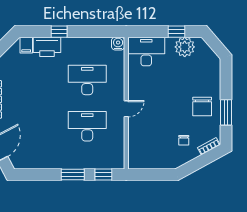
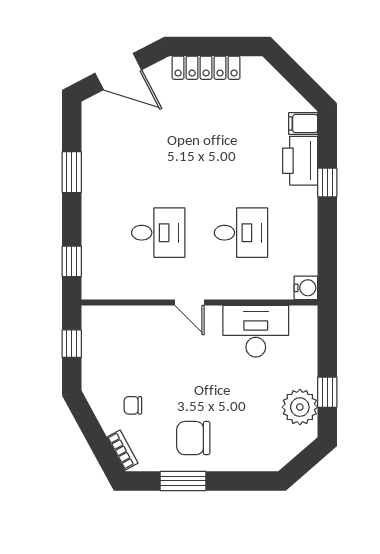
desk: (146, 51) -> (256, 331), moved, turned -90
desk: (87, 80) -> (241, 233), width x0.73
desk: (87, 126) -> (158, 233), width x0.73
window: (73, 174) -> (72, 172), moved
window: (149, 174) -> (72, 344), added

